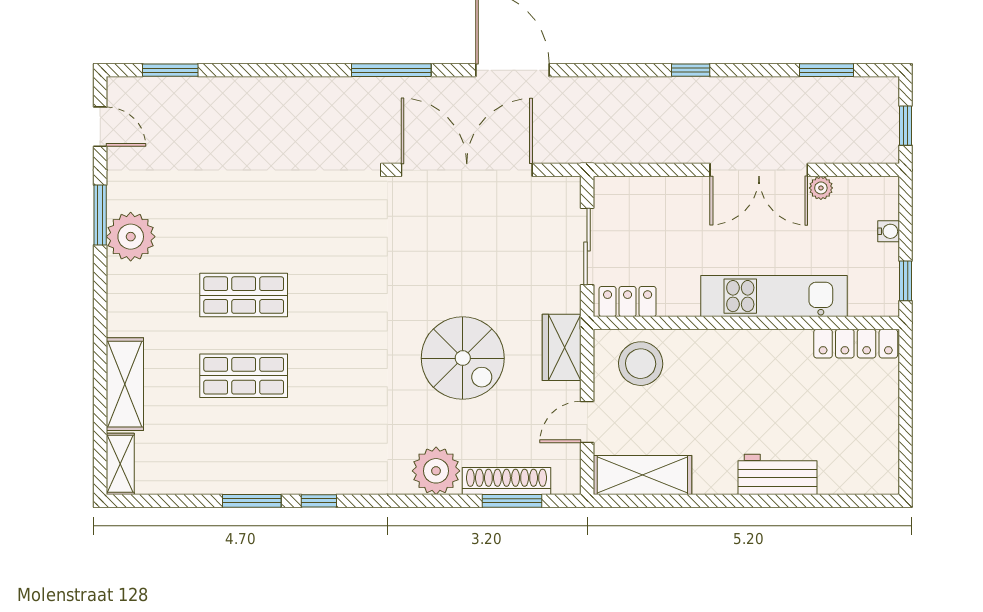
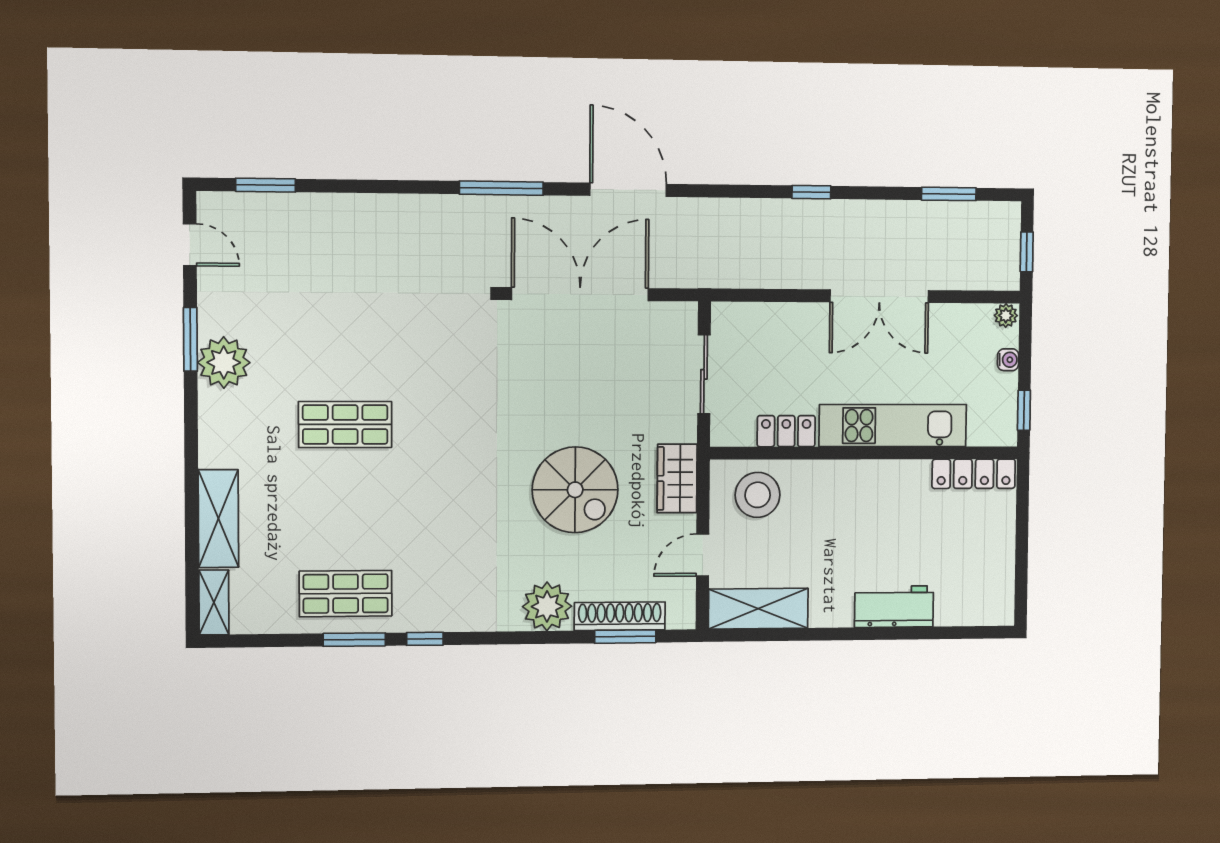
plant: (821, 188) -> (1006, 315), moved
locker: (628, 302) -> (786, 431), moved
shop shelf: (244, 376) -> (346, 594), moved

